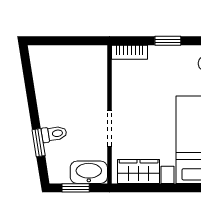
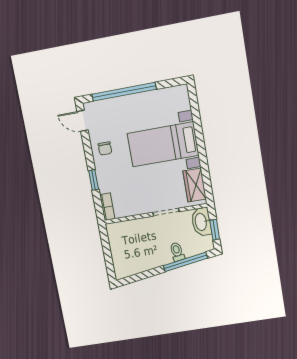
window: (39, 143) -> (185, 262), width x2.17

